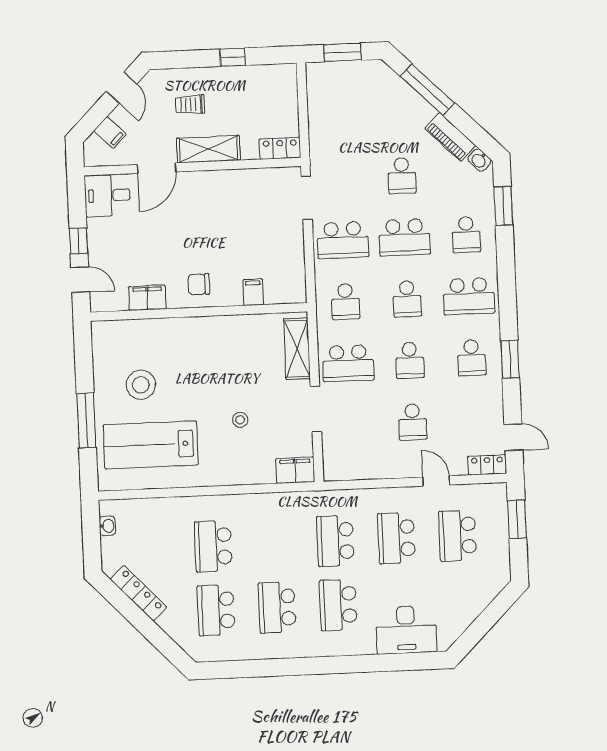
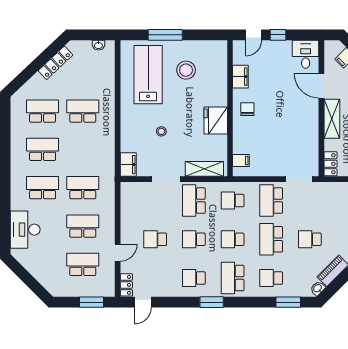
filing cabinet: (253, 292) -> (241, 161), moved
fridge: (219, 334) -> (216, 120), added
window: (510, 359) -> (212, 302), moved

